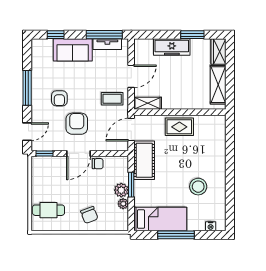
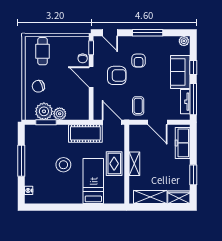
window: (56, 35) -> (193, 68), moved
plant: (37, 46) -> (184, 41), added
freezer: (172, 47) -> (183, 143), moved
armchair: (59, 98) -> (139, 61), turned -90
shelving: (148, 103) -> (134, 164), moved
chair: (98, 164) -> (83, 58), moved
window: (131, 185) -> (46, 122), moved
stool: (198, 187) -> (63, 165), moved
plant: (123, 204) -> (44, 111), width x1.88, depth x1.88
bed: (160, 219) -> (93, 181), moved, turned 180

